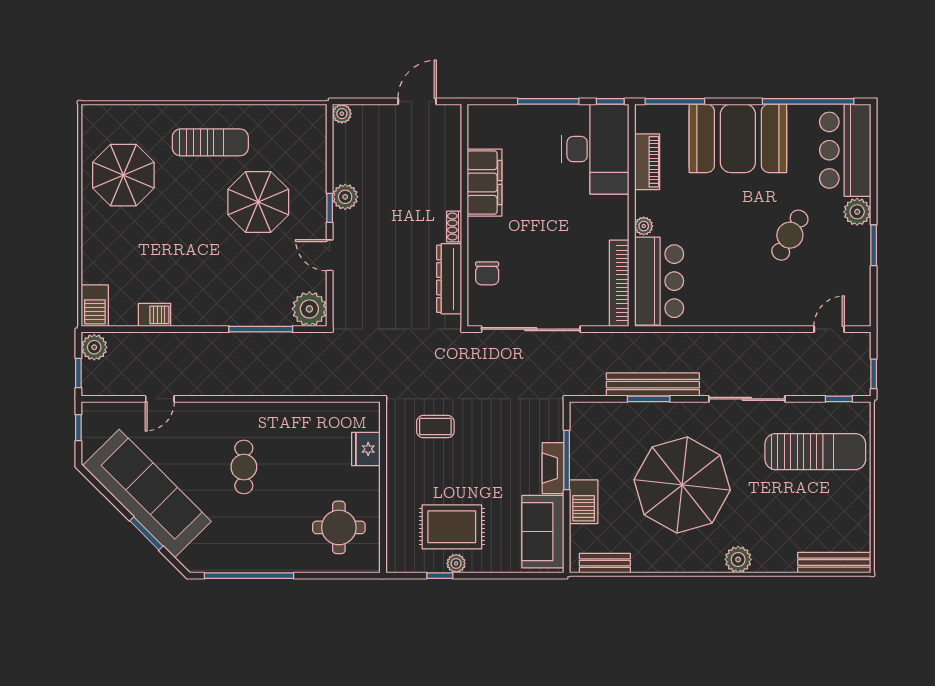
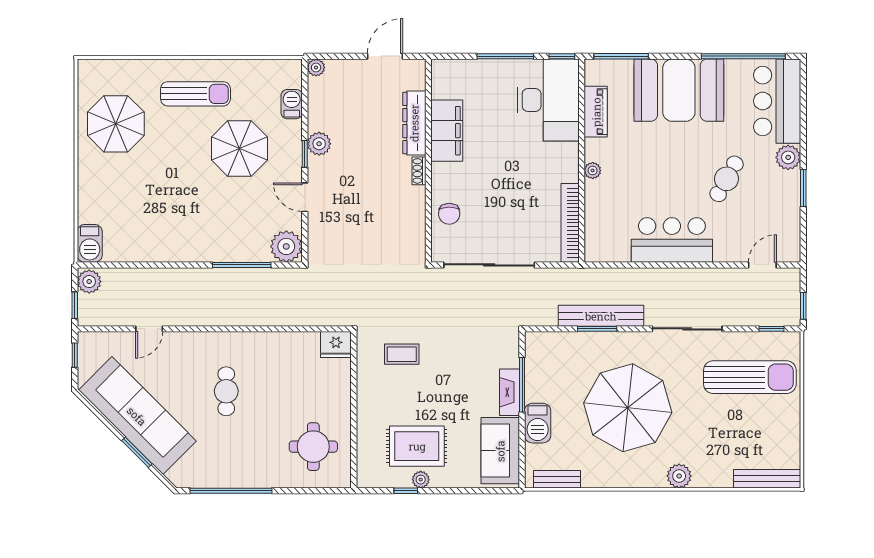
dresser: (449, 279) -> (414, 123), moved
bar counter: (659, 281) -> (672, 240), moved, turned -90
barbecue: (155, 315) -> (292, 104), moved, turned -90
fridge: (366, 449) -> (336, 345), moved, turned -90

